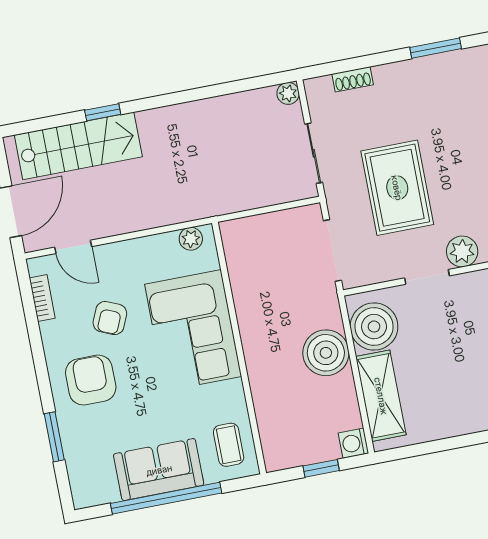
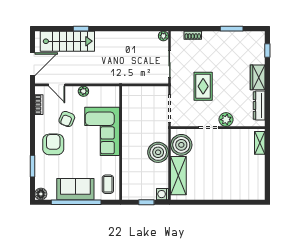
rug: (397, 188) -> (203, 86), width x0.73, depth x0.70
plant: (191, 239) -> (83, 91), moved
floor lamp: (84, 495) -> (41, 194), added

